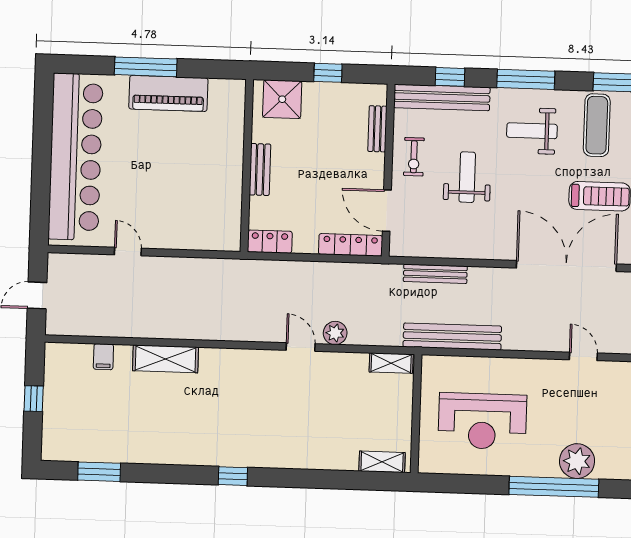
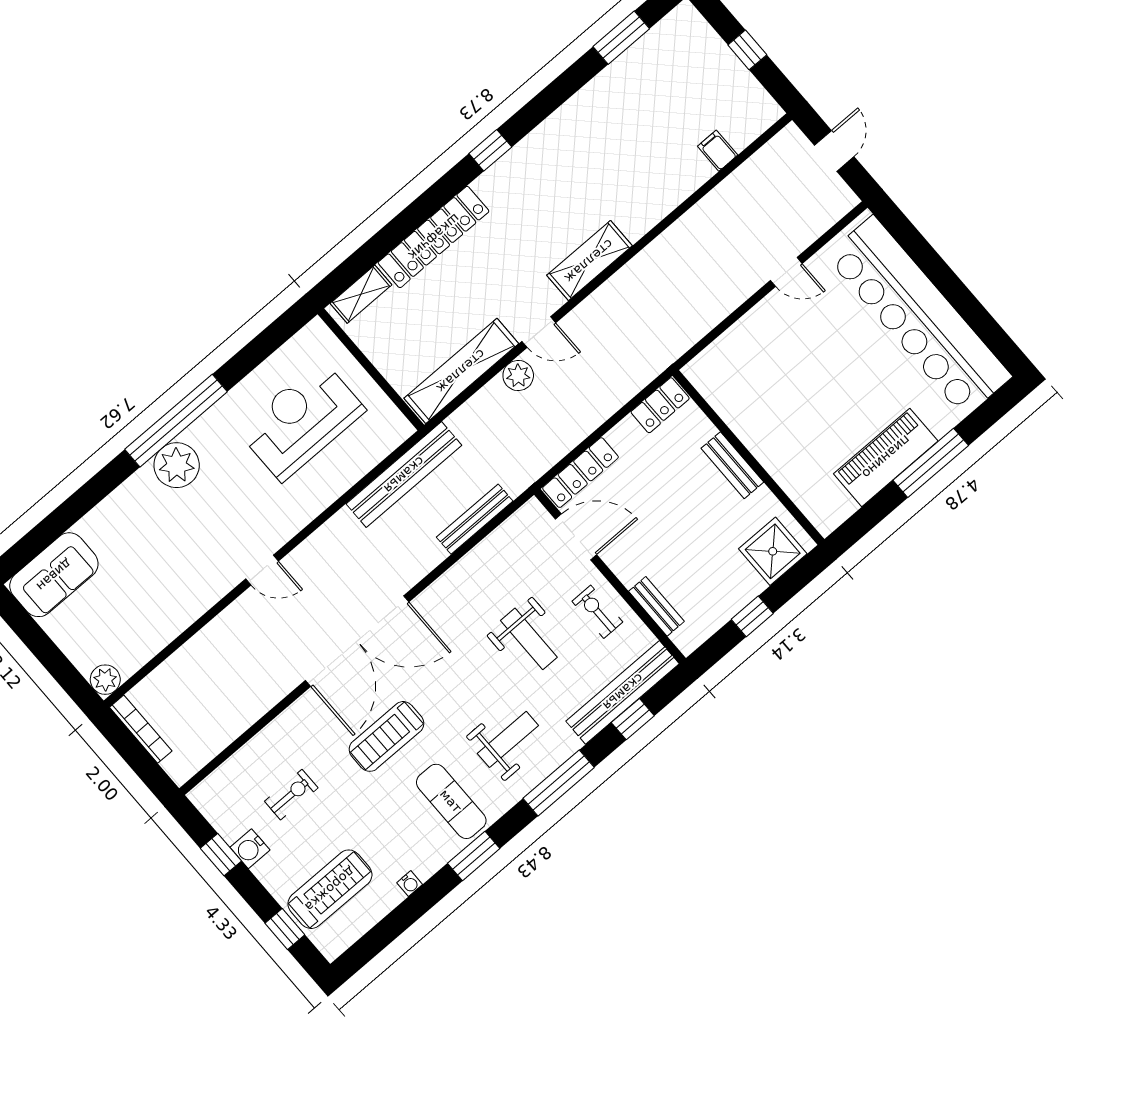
shelving: (165, 359) -> (589, 261), moved
shelving: (391, 363) -> (461, 371), width x2.20, depth x1.33
locker: (311, 456) -> (434, 237), added

